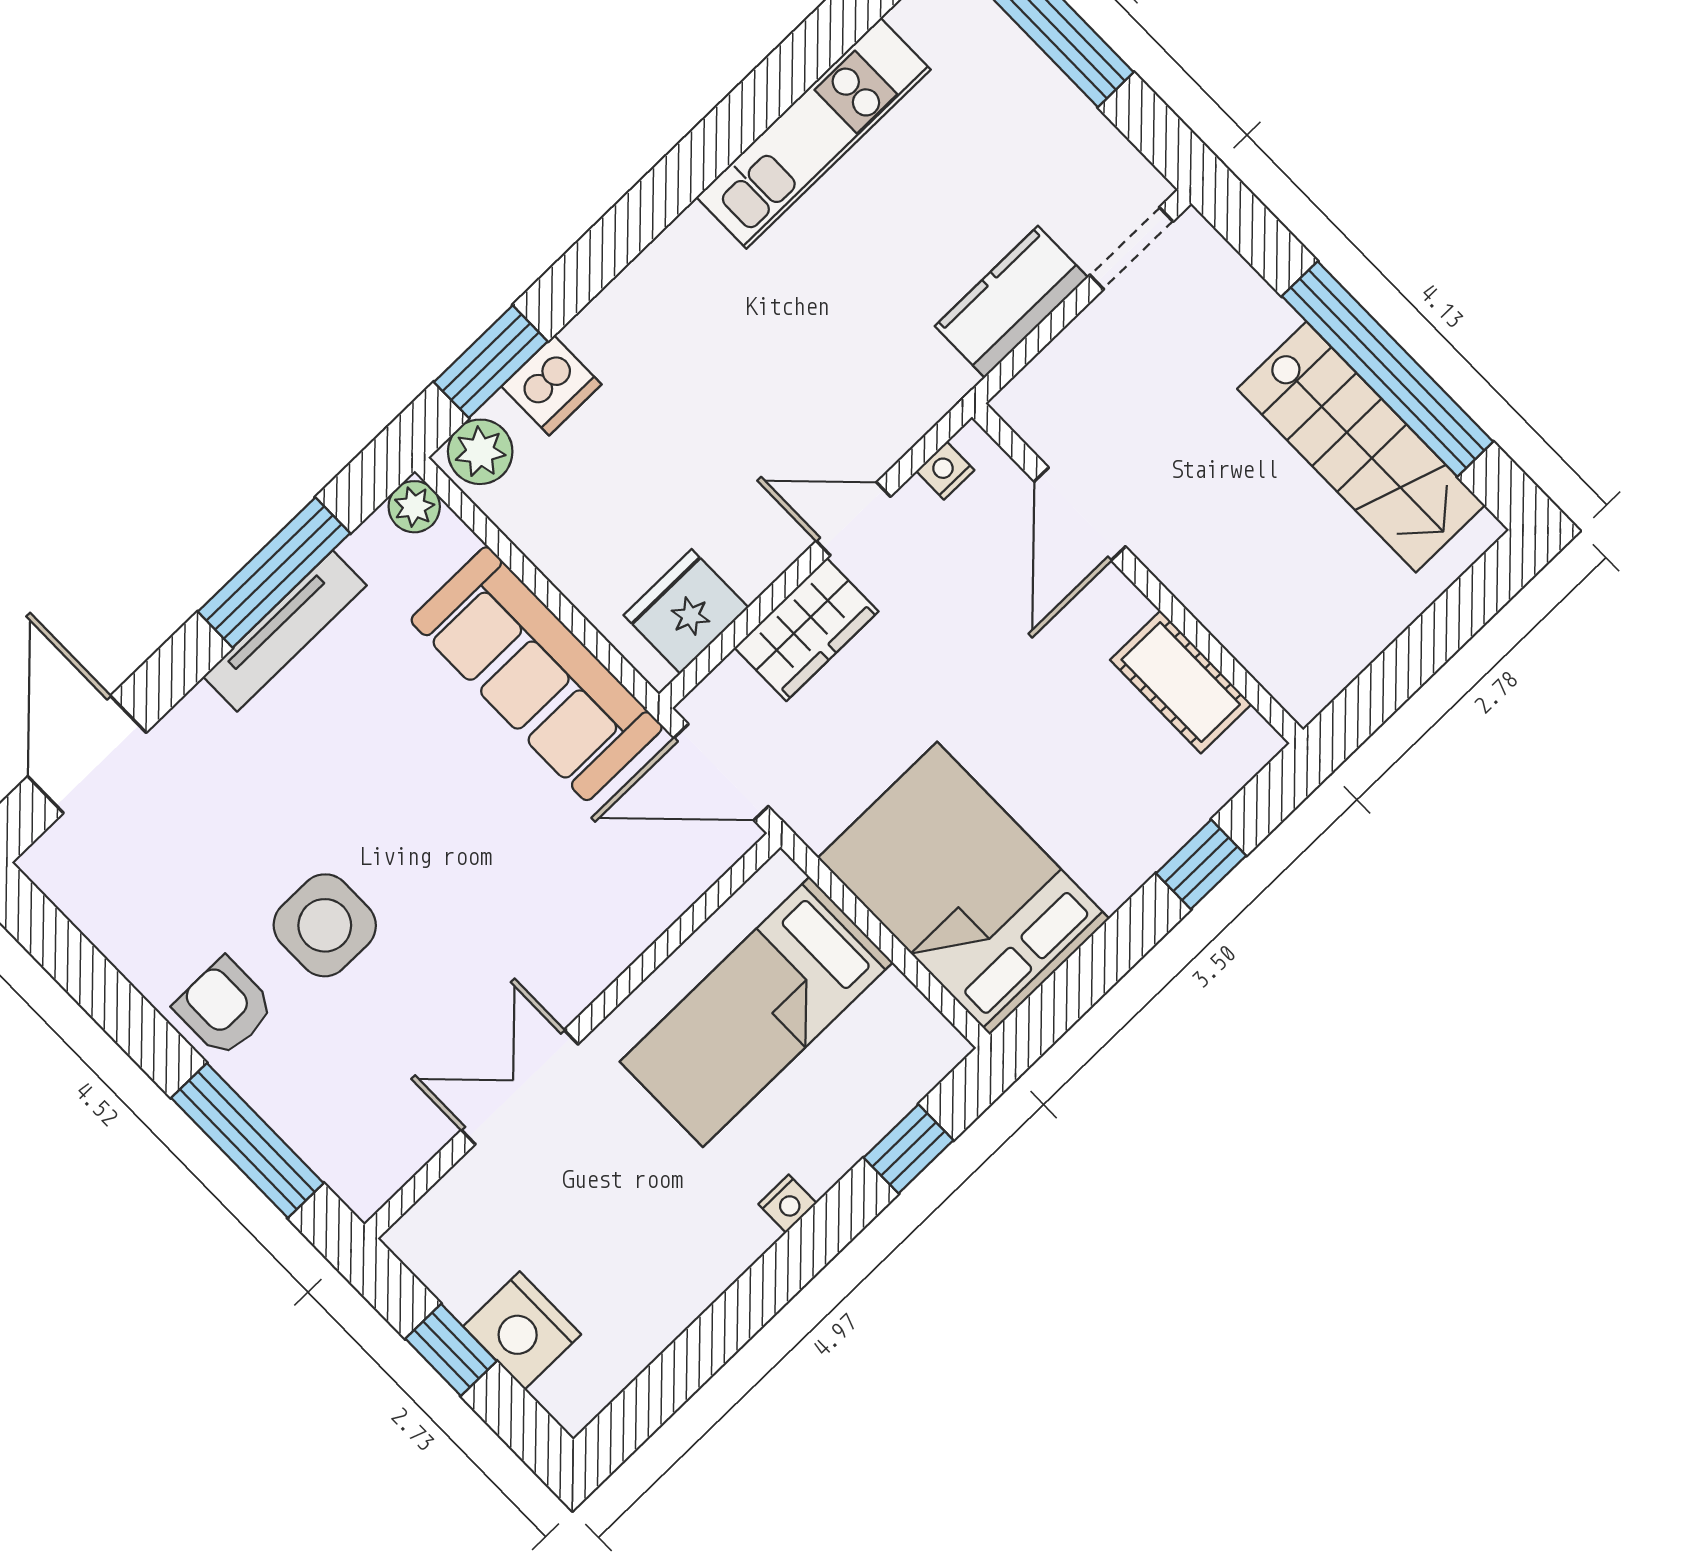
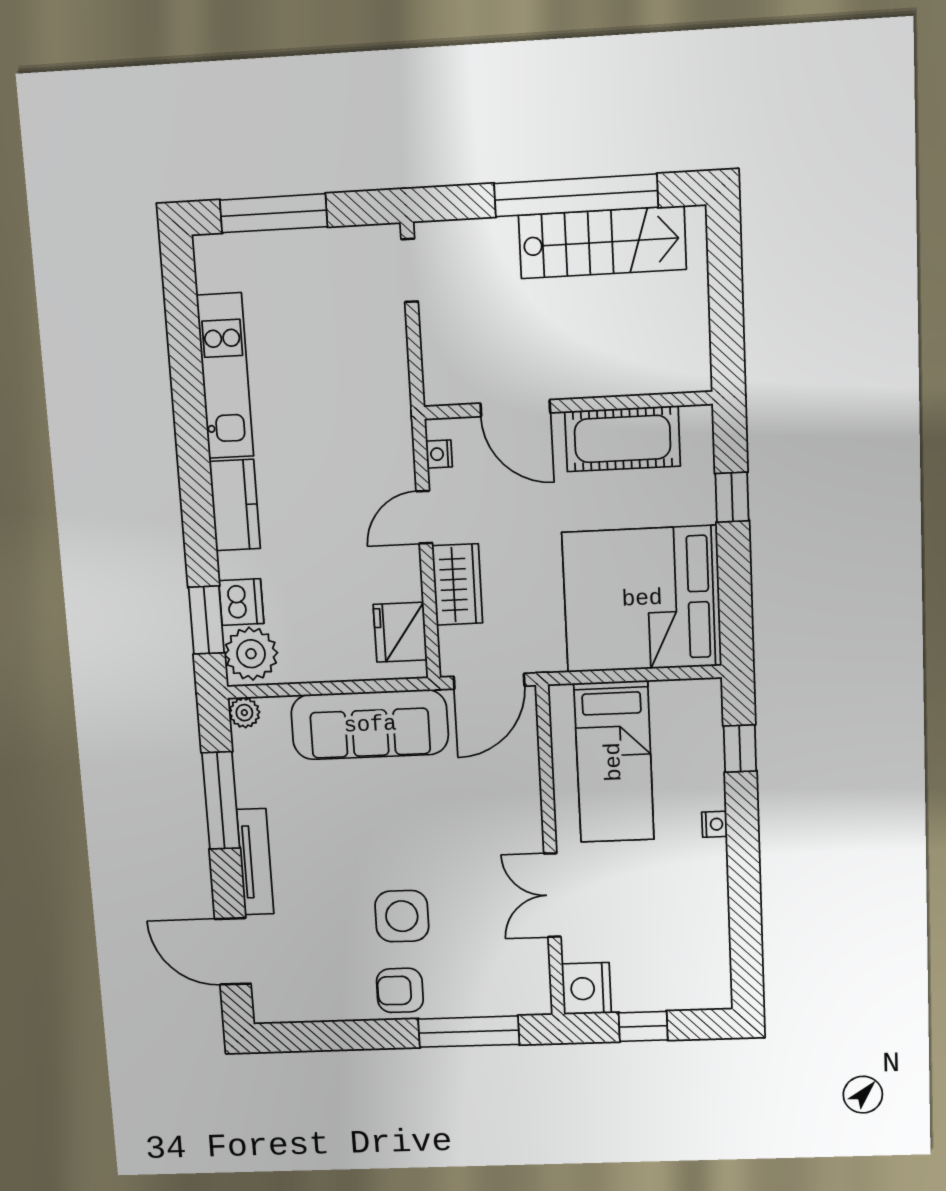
kitchen counter: (1011, 302) -> (235, 505), moved, turned 180
plant: (480, 452) -> (251, 654), width x1.36, depth x1.36
tv unit: (285, 631) -> (255, 862), moved
cot: (1181, 682) -> (622, 439), width x1.37, depth x1.34
bed: (963, 888) -> (642, 599), width x1.36
nightstand: (522, 1330) -> (586, 989), moved, turned 90

